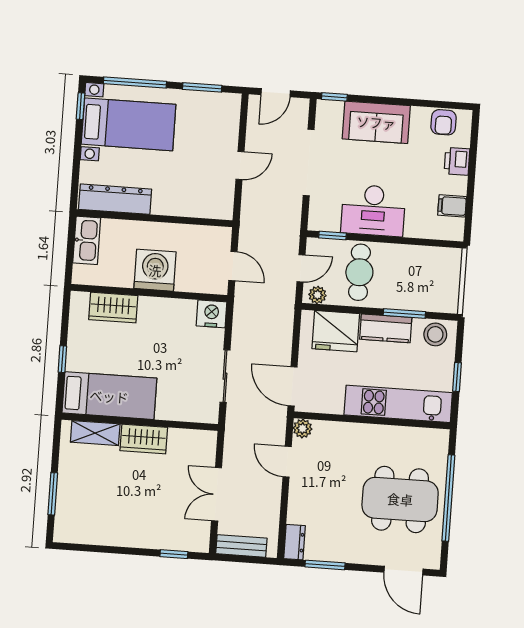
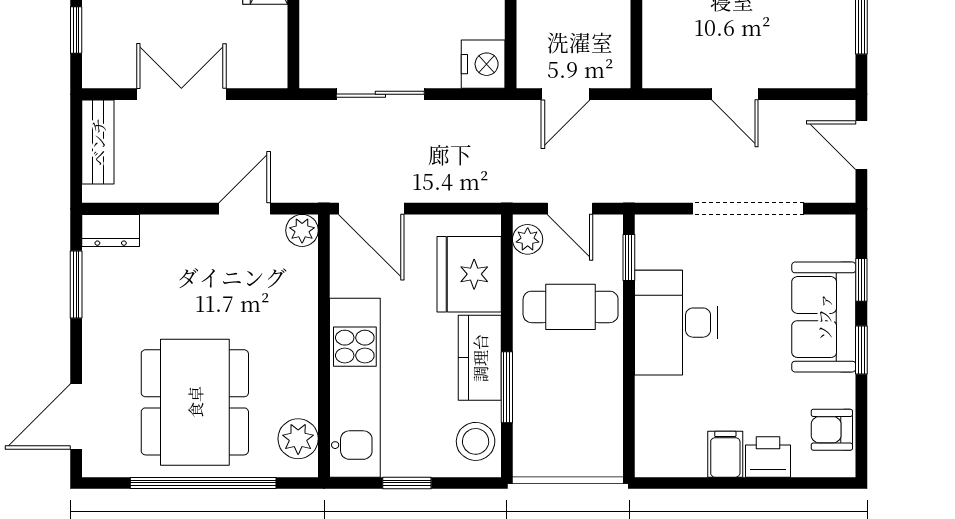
window: (334, 97) -> (861, 280), moved
window: (397, 101) -> (861, 350), added
filing cabinet: (452, 206) -> (725, 454), moved
door: (293, 386) -> (371, 209), swing flipped
plant: (426, 440) -> (298, 439), added

